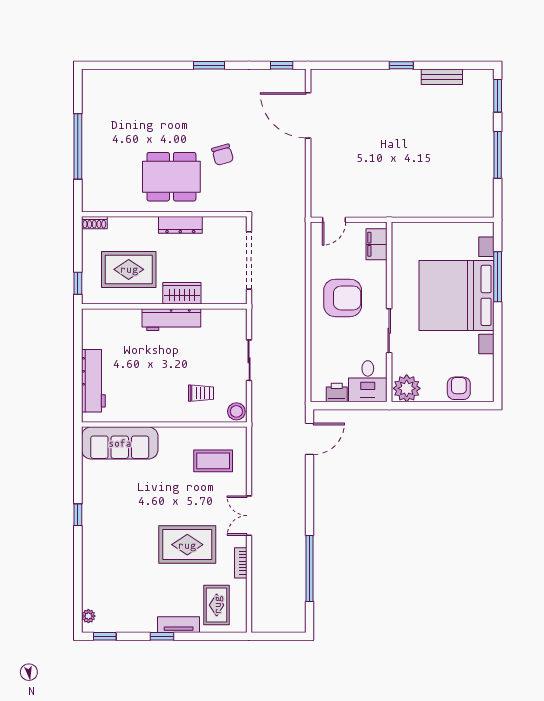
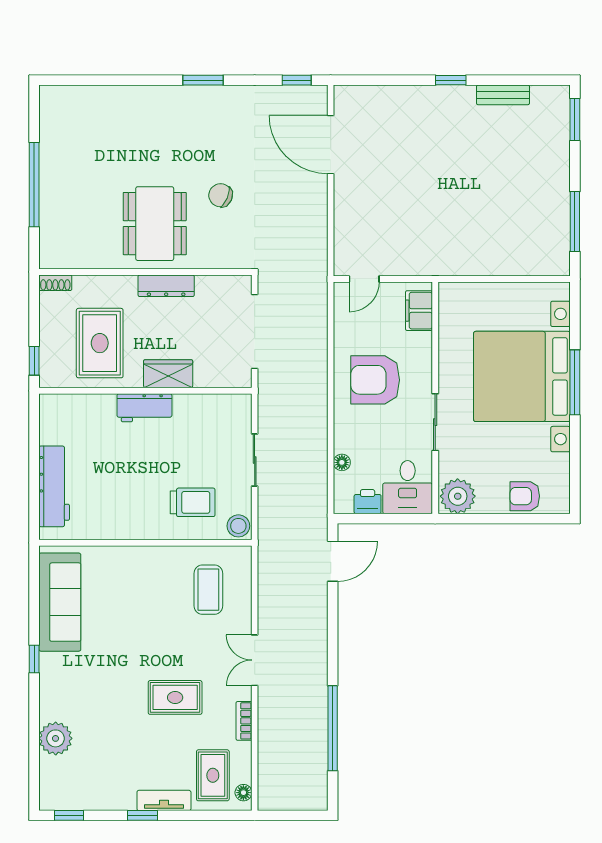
chair: (223, 155) -> (221, 195), turned 129
window: (498, 155) -> (575, 222), moved
dining table: (171, 177) -> (155, 224), turned 90
rug: (129, 269) -> (100, 343), turned 90
window: (498, 277) -> (575, 382), moved
armchair: (343, 298) -> (375, 380), turned 180
workbench: (171, 320) -> (144, 408), width x0.73
floor lamp: (317, 362) -> (342, 462), added
armchair: (459, 388) -> (525, 496), turned -90
trolley: (201, 393) -> (193, 502), width x1.36, depth x1.39
sofa: (120, 443) -> (60, 602), moved, turned -90
coffee table: (213, 461) -> (208, 590), turned 90
rug: (187, 545) -> (175, 697), width x0.73, depth x0.70
plant: (88, 616) -> (56, 738), moved, width x1.88, depth x1.88
floor lamp: (240, 618) -> (243, 793), added

